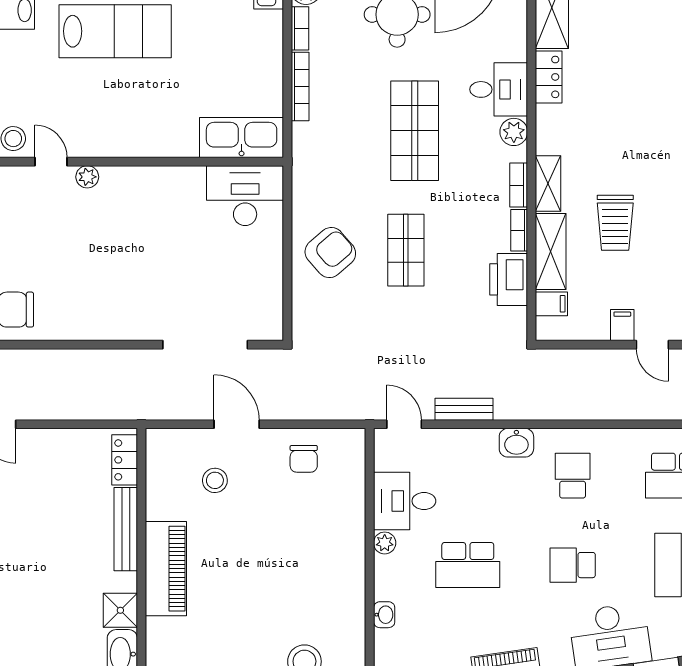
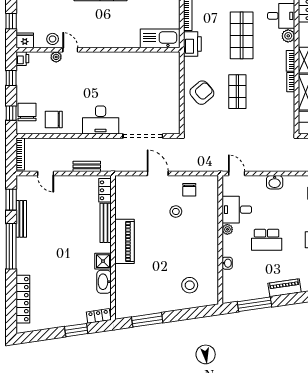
plant: (87, 177) -> (56, 57), moved
desk: (245, 196) -> (101, 120), moved, turned 180
printer: (509, 279) -> (192, 44), moved, turned 180
bench: (464, 409) -> (87, 166), moved
washbasin: (516, 443) -> (275, 182), moved
stool: (215, 480) -> (176, 212), moved

